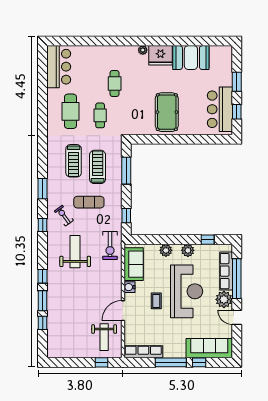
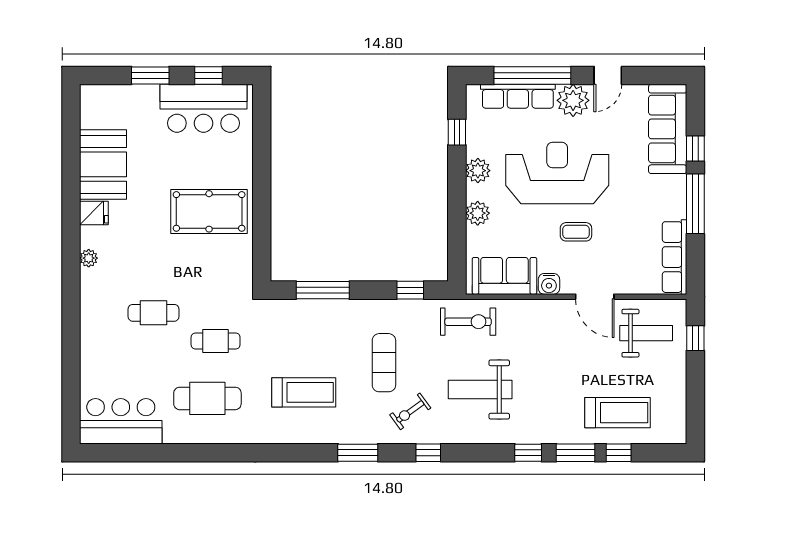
fridge: (160, 55) -> (94, 213), width x0.53, depth x0.75
treadmill: (98, 167) -> (618, 413), moved, turned 180

